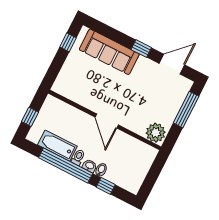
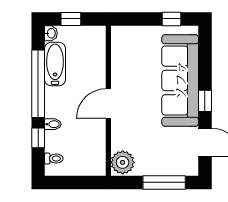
sofa: (109, 52) -> (180, 80), width x1.36, depth x1.27
toilet: (78, 157) -> (54, 159), moved
washbasin: (90, 166) -> (51, 33), moved

